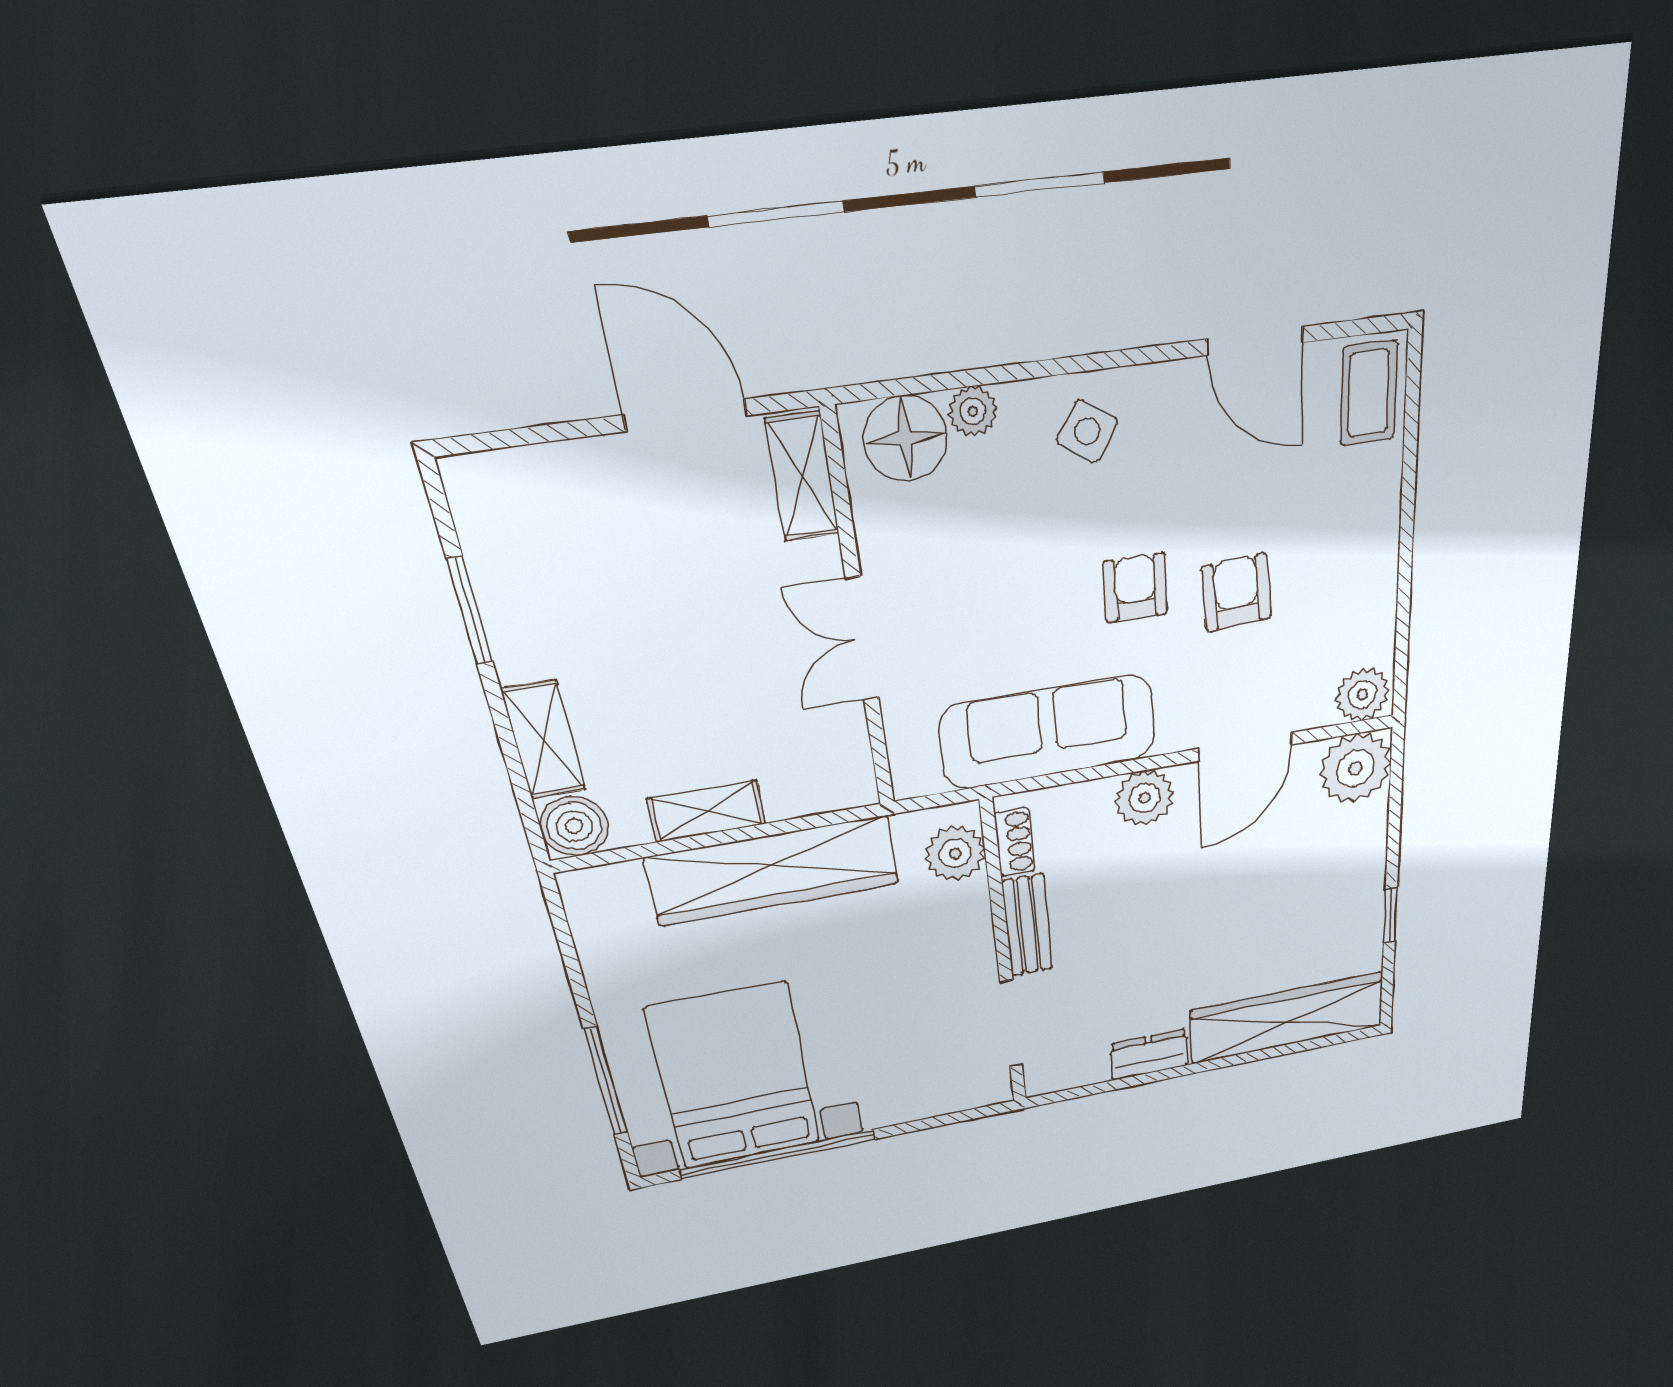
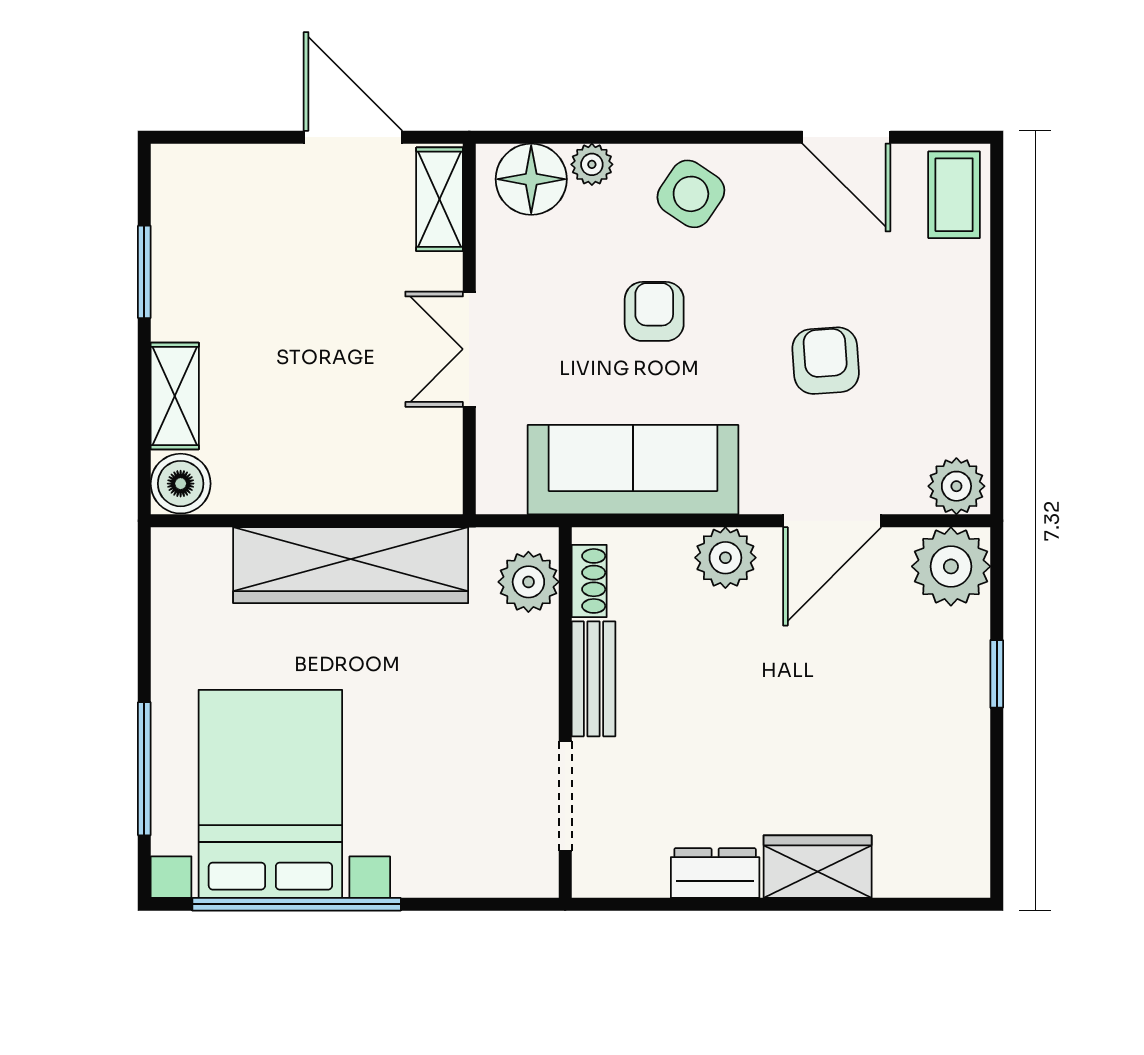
side table: (1087, 431) -> (691, 194), width x1.37, depth x1.37
armchair: (1135, 588) -> (654, 311), moved
shelving: (707, 811) -> (301, 491), removed
window: (1390, 916) -> (997, 674), moved
wardrobe: (1287, 1018) -> (818, 867), width x0.48, depth x0.85

